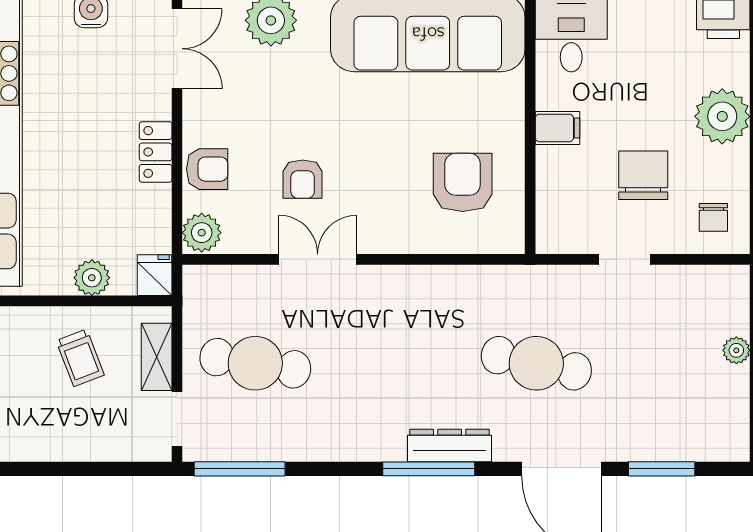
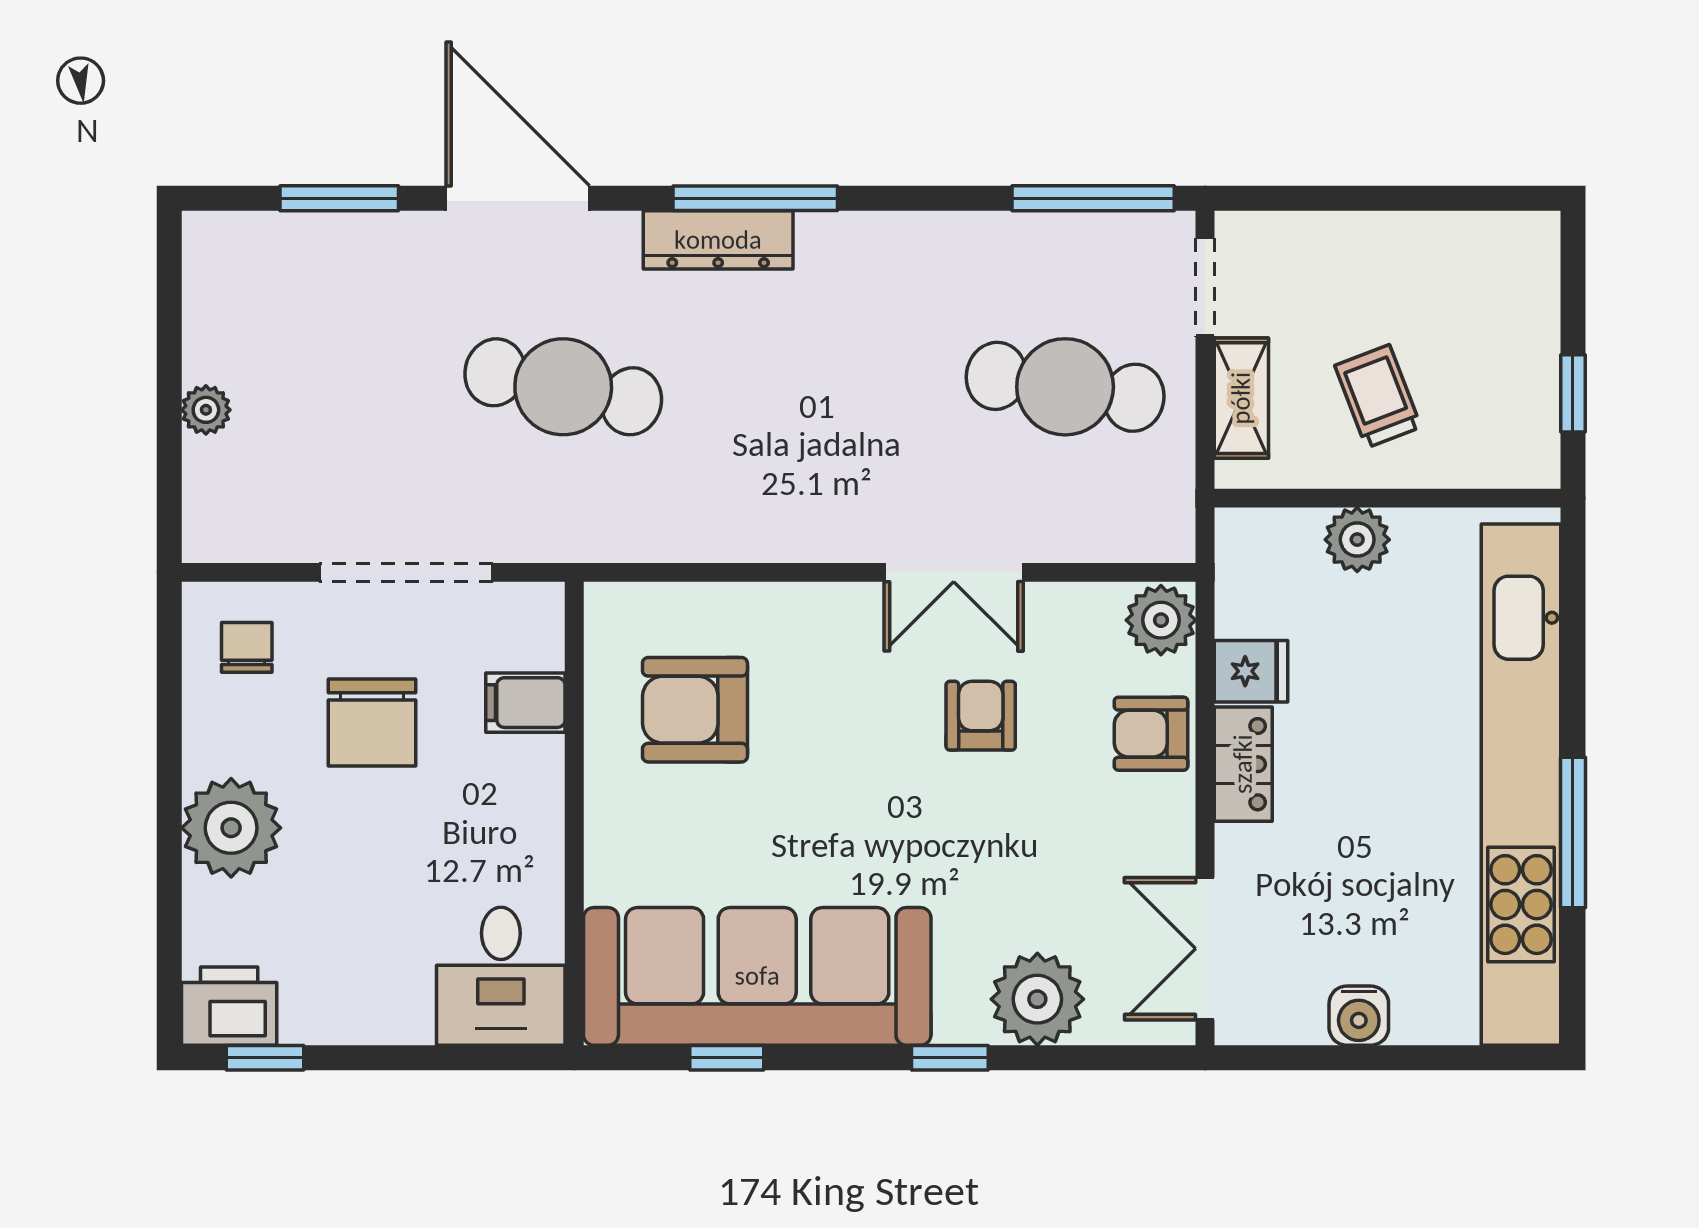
filing cabinet: (557, 128) -> (525, 703), moved
armchair: (463, 182) -> (695, 710), turned 90
doorway: (624, 259) -> (406, 572), width x1.88
fridge: (155, 275) -> (1251, 671), moved, turned -90

